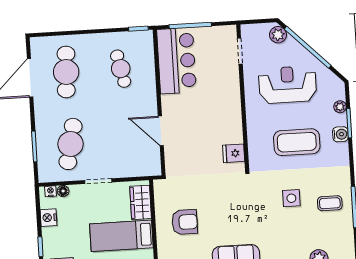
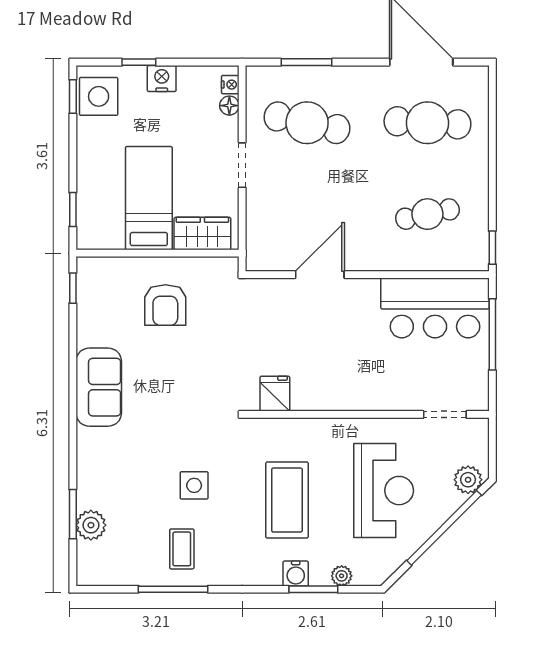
nightstand: (48, 218) -> (162, 79), moved

